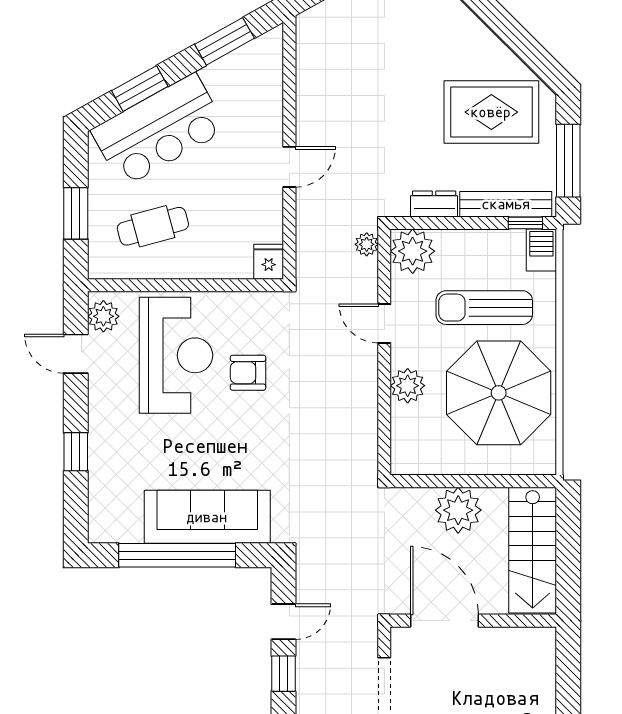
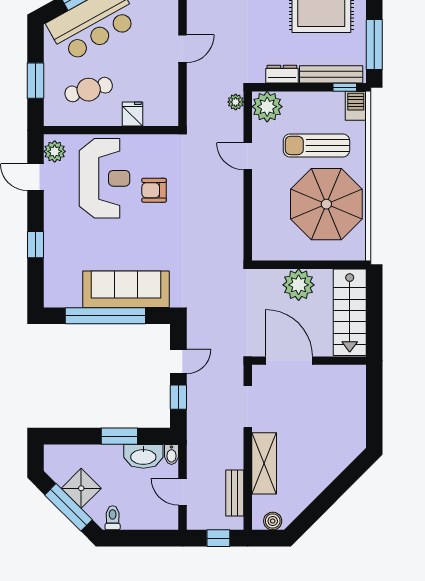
fridge: (269, 262) -> (133, 114), moved
plant: (408, 386) -> (264, 199), removed

